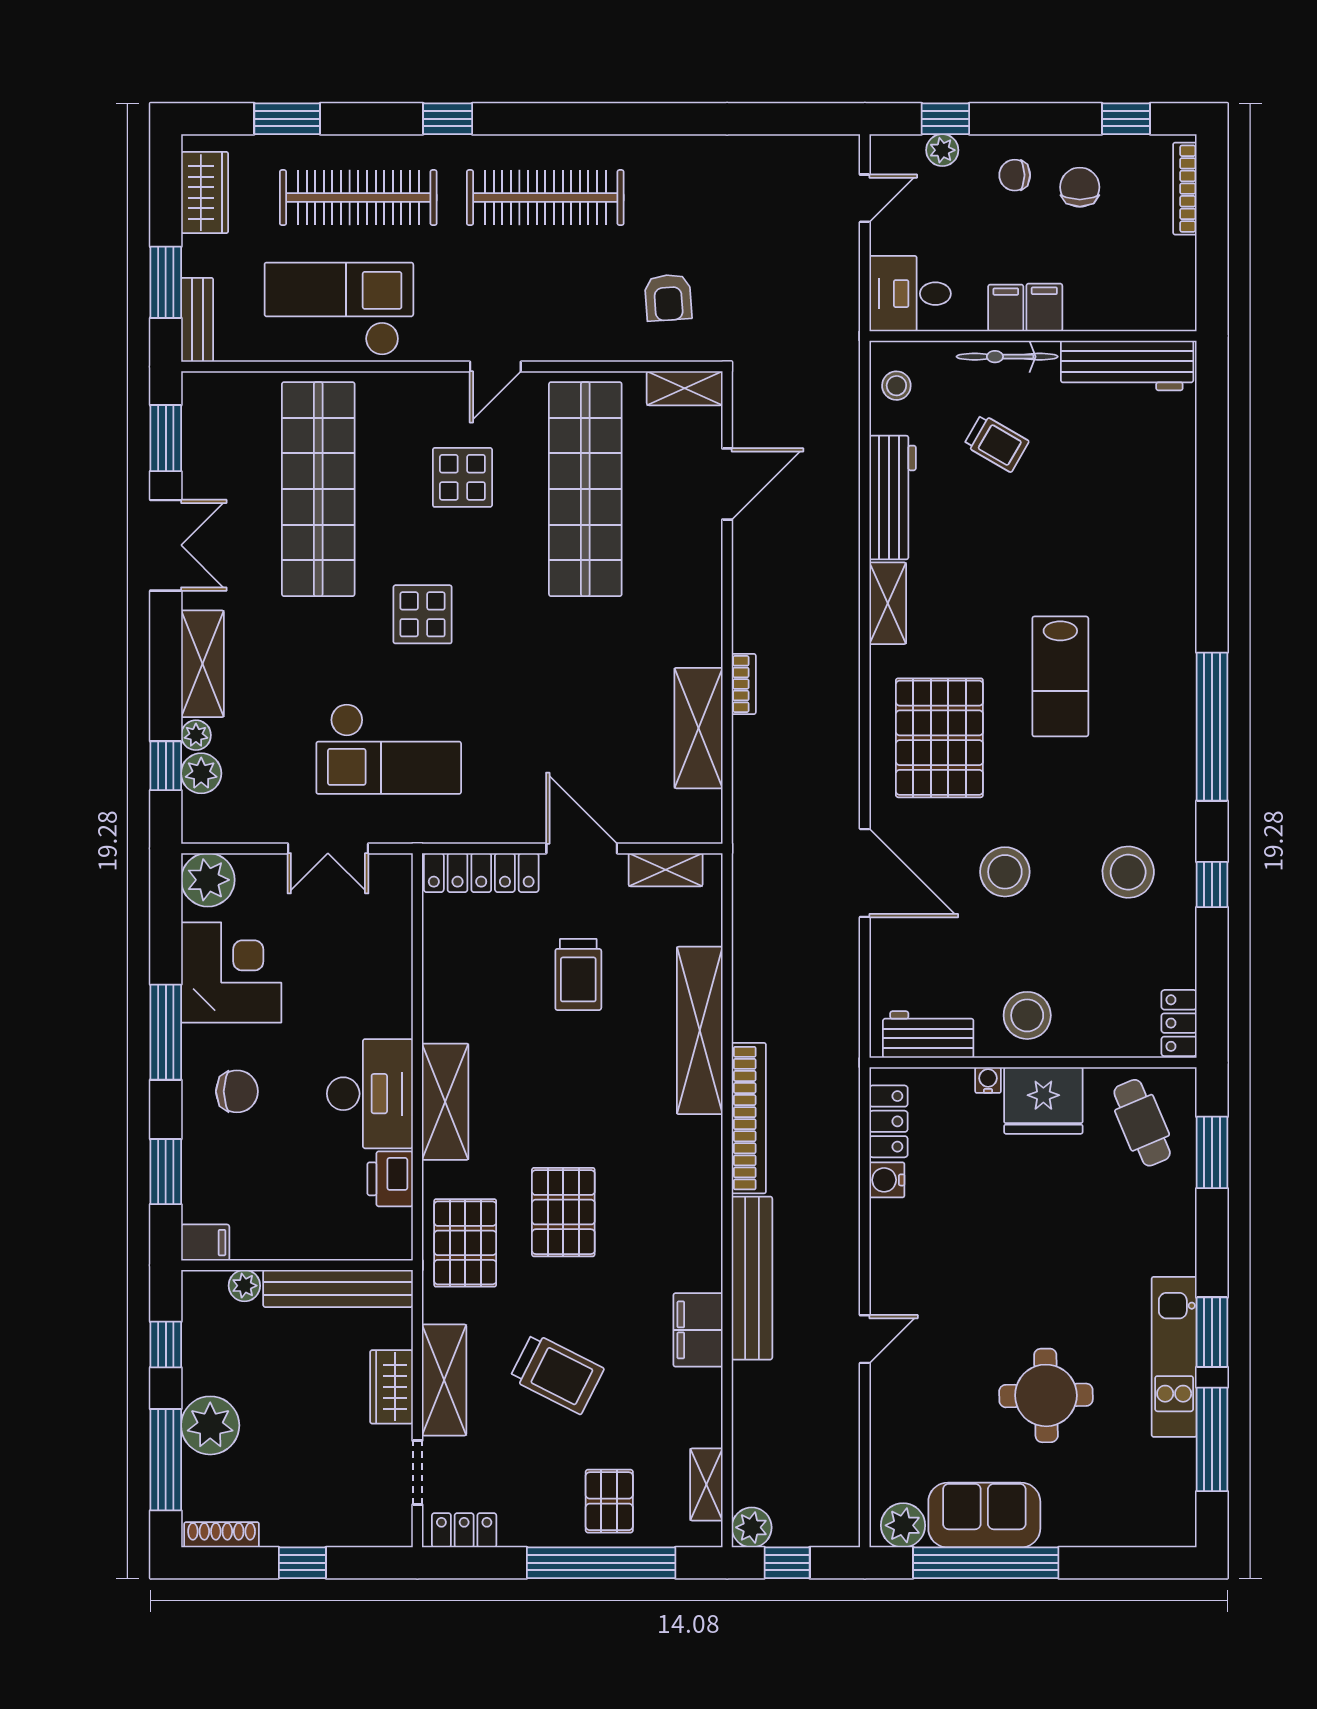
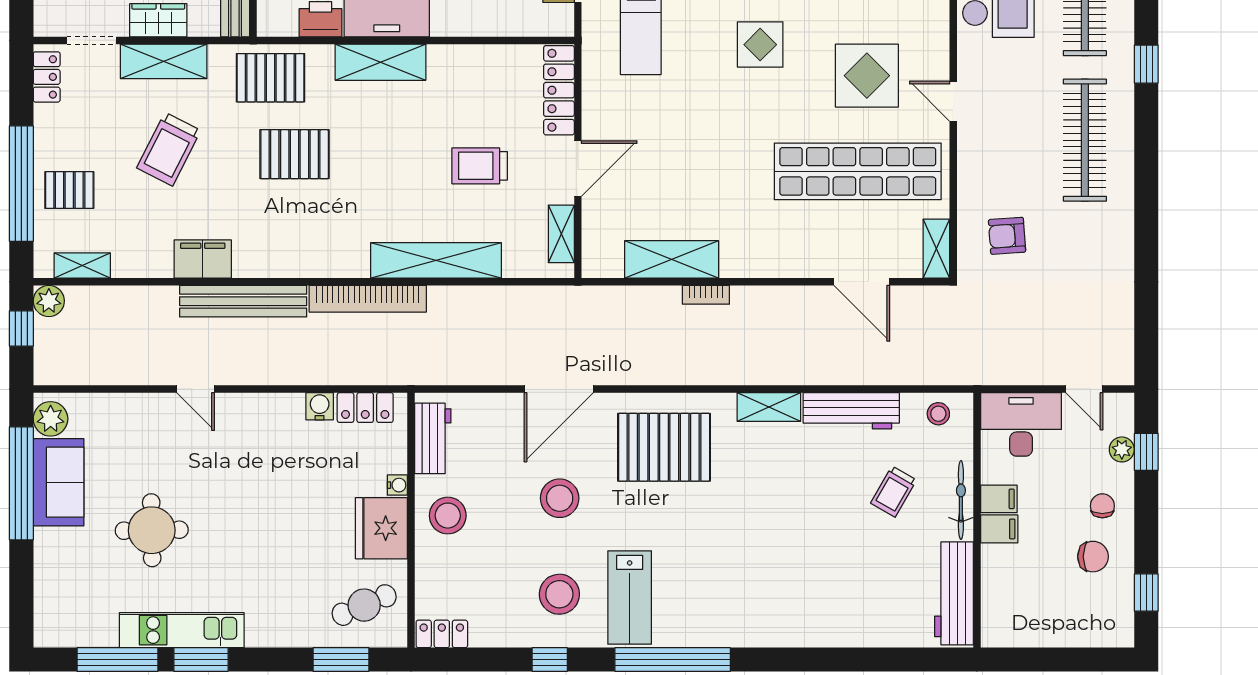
bookcase: (1185, 189) -> (1092, 638), removed
desk: (910, 294) -> (1021, 424), width x1.37
display table: (462, 477) -> (867, 76), width x1.36, depth x1.36
lab bench: (1060, 676) -> (630, 597), moved, turned -90

